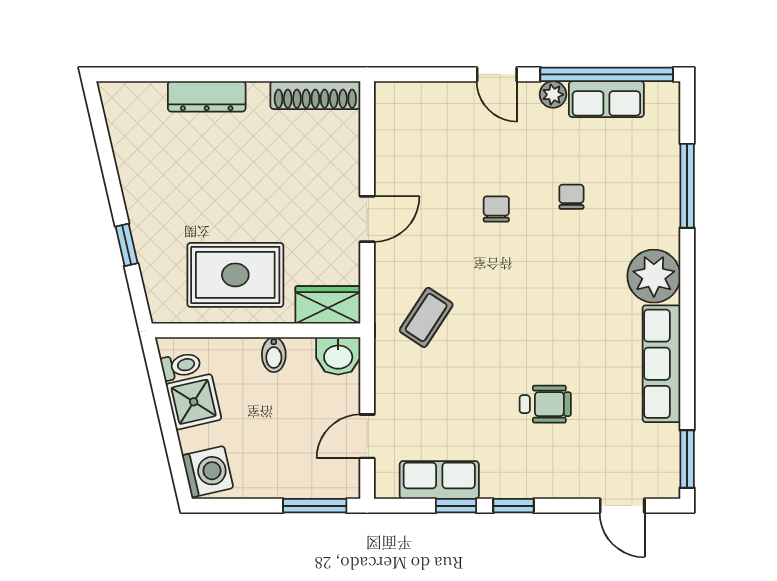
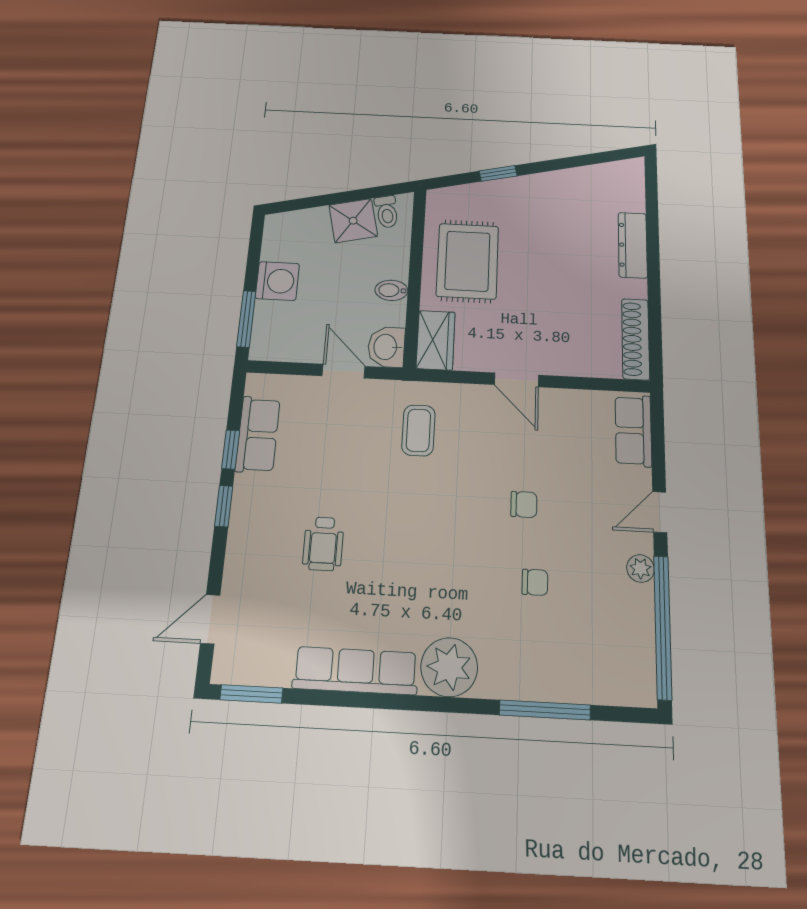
row of seats: (606, 99) -> (633, 431), moved
coffee table: (426, 317) -> (418, 430), turned 57
door: (367, 436) -> (344, 371), moved
washing machine: (208, 472) -> (277, 281), moved, turned -77

